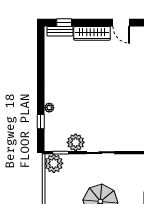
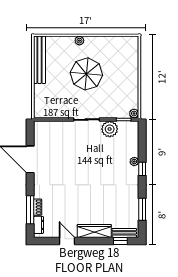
window: (41, 57) -> (142, 209), added
window: (41, 122) -> (142, 169), moved
plant: (54, 163) -> (134, 113), width x0.53, depth x0.53

